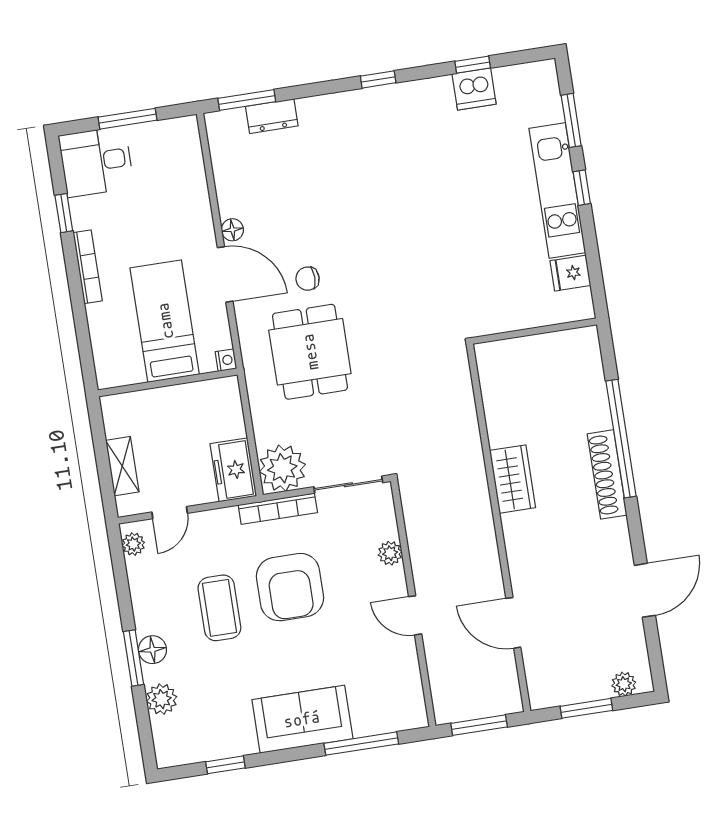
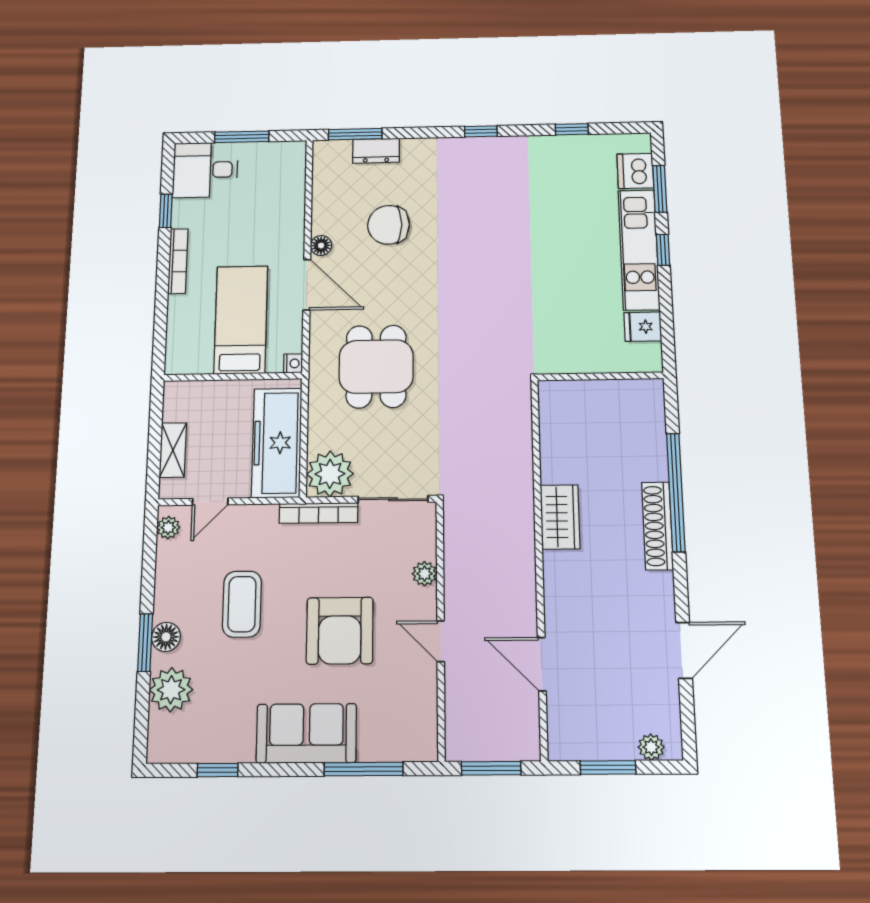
dishwasher: (474, 89) -> (635, 171), moved, turned 90
chair: (308, 279) -> (389, 225), moved, width x1.87, depth x1.87
freezer: (233, 470) -> (277, 443), width x1.91, depth x1.26
armchair: (290, 587) -> (340, 631), moved
plant: (162, 699) -> (171, 690), width x1.36, depth x1.36

